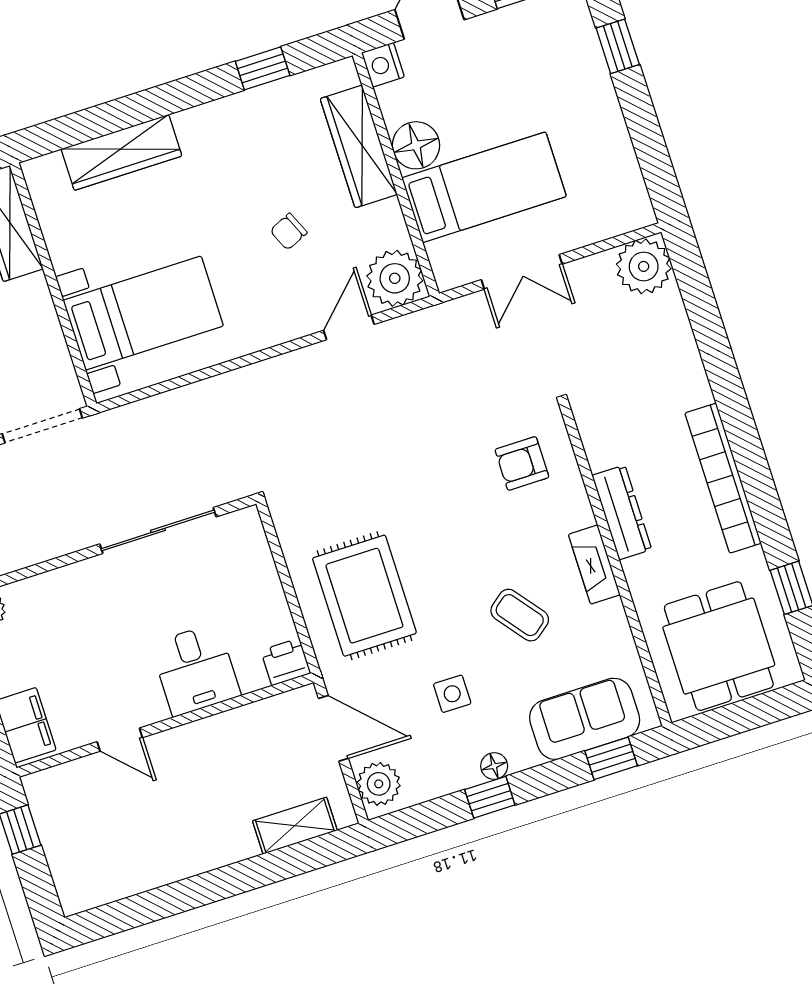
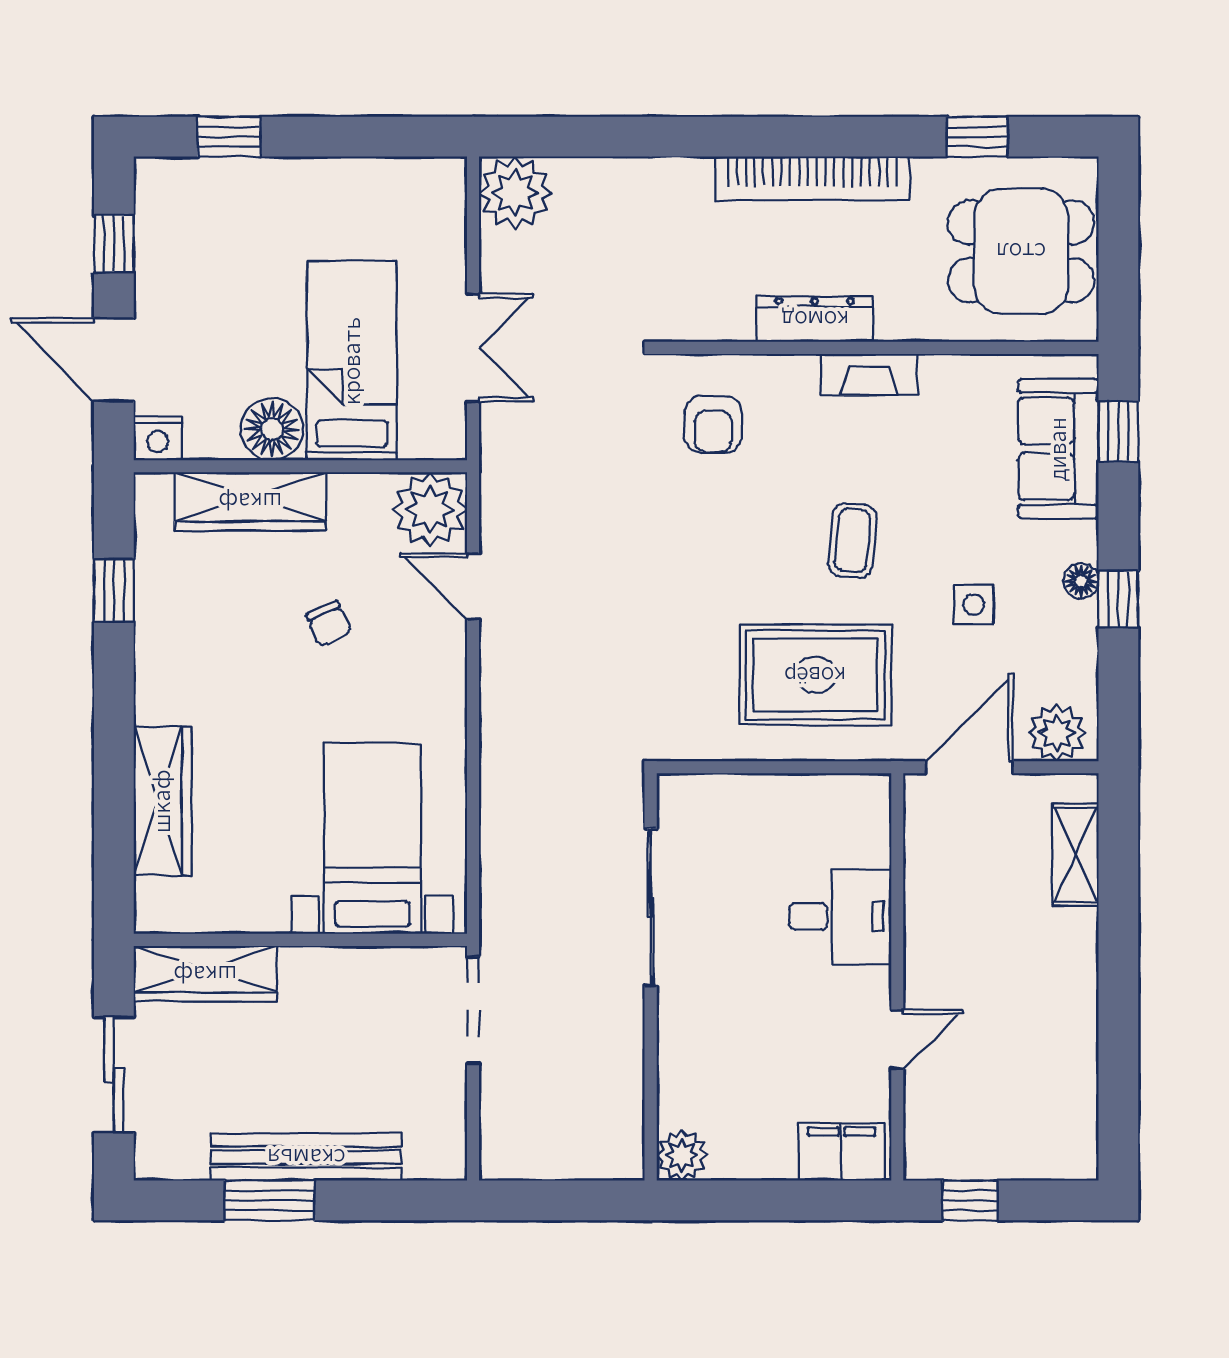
coffee table: (520, 615) -> (852, 540), moved, turned -47
printer: (286, 662) -> (867, 800), removed

